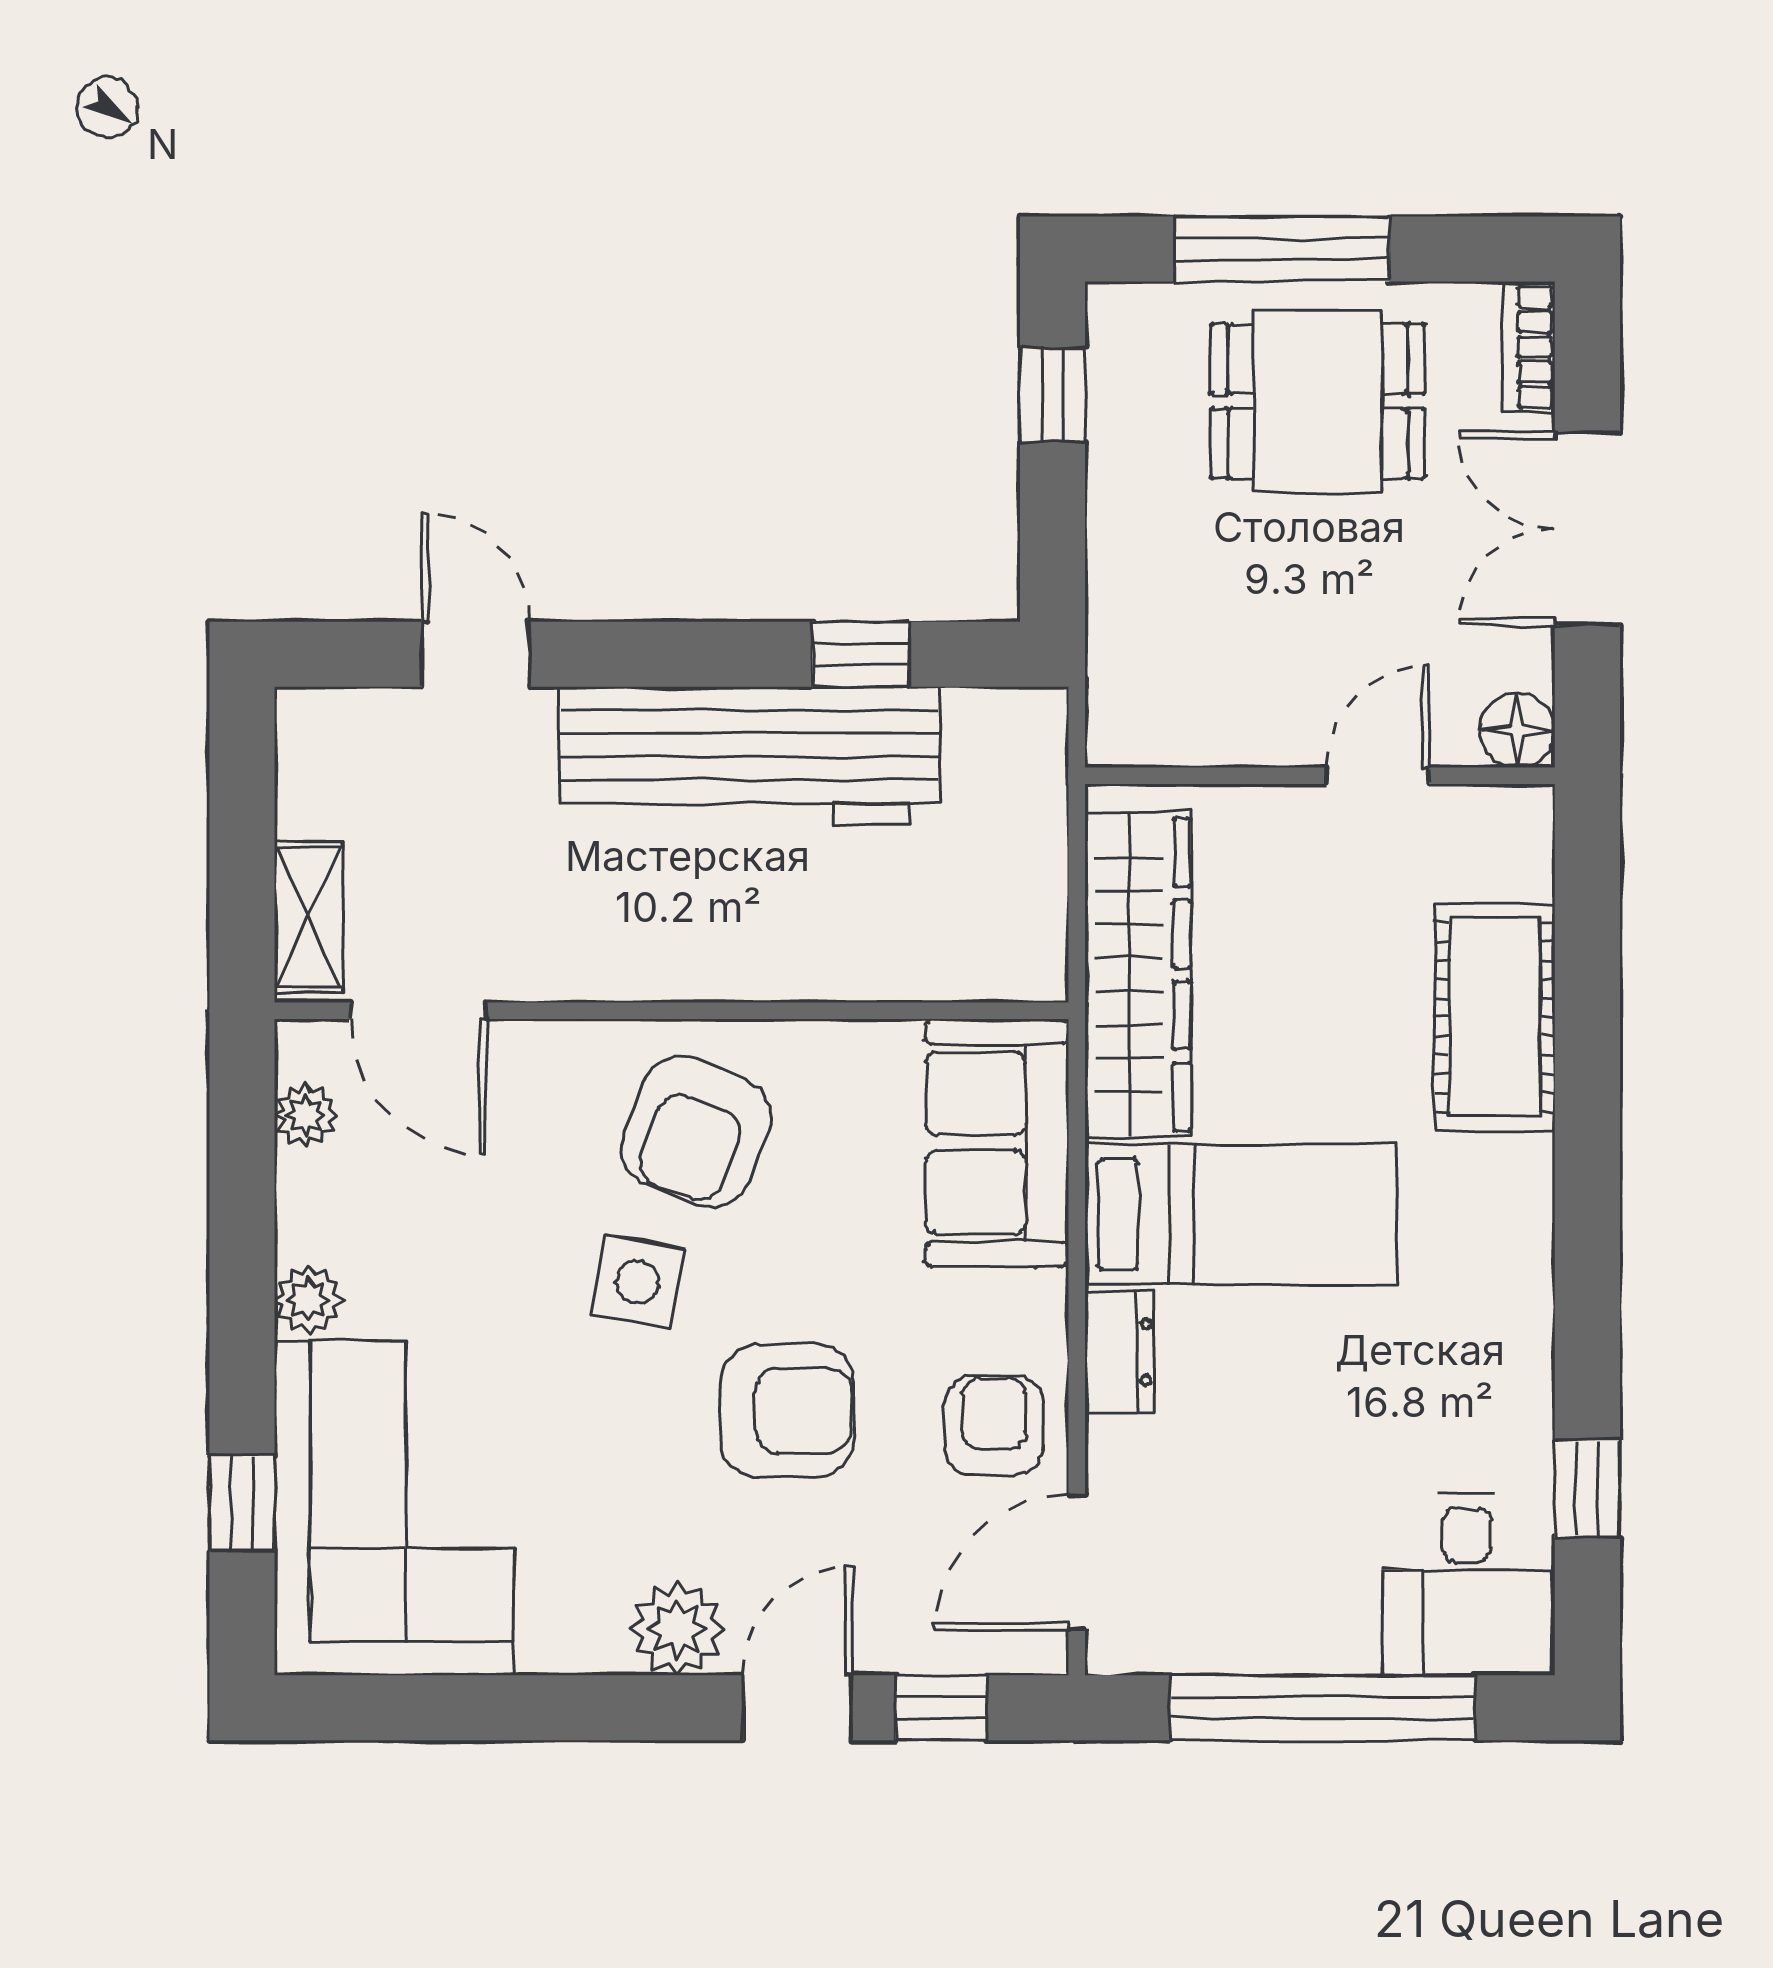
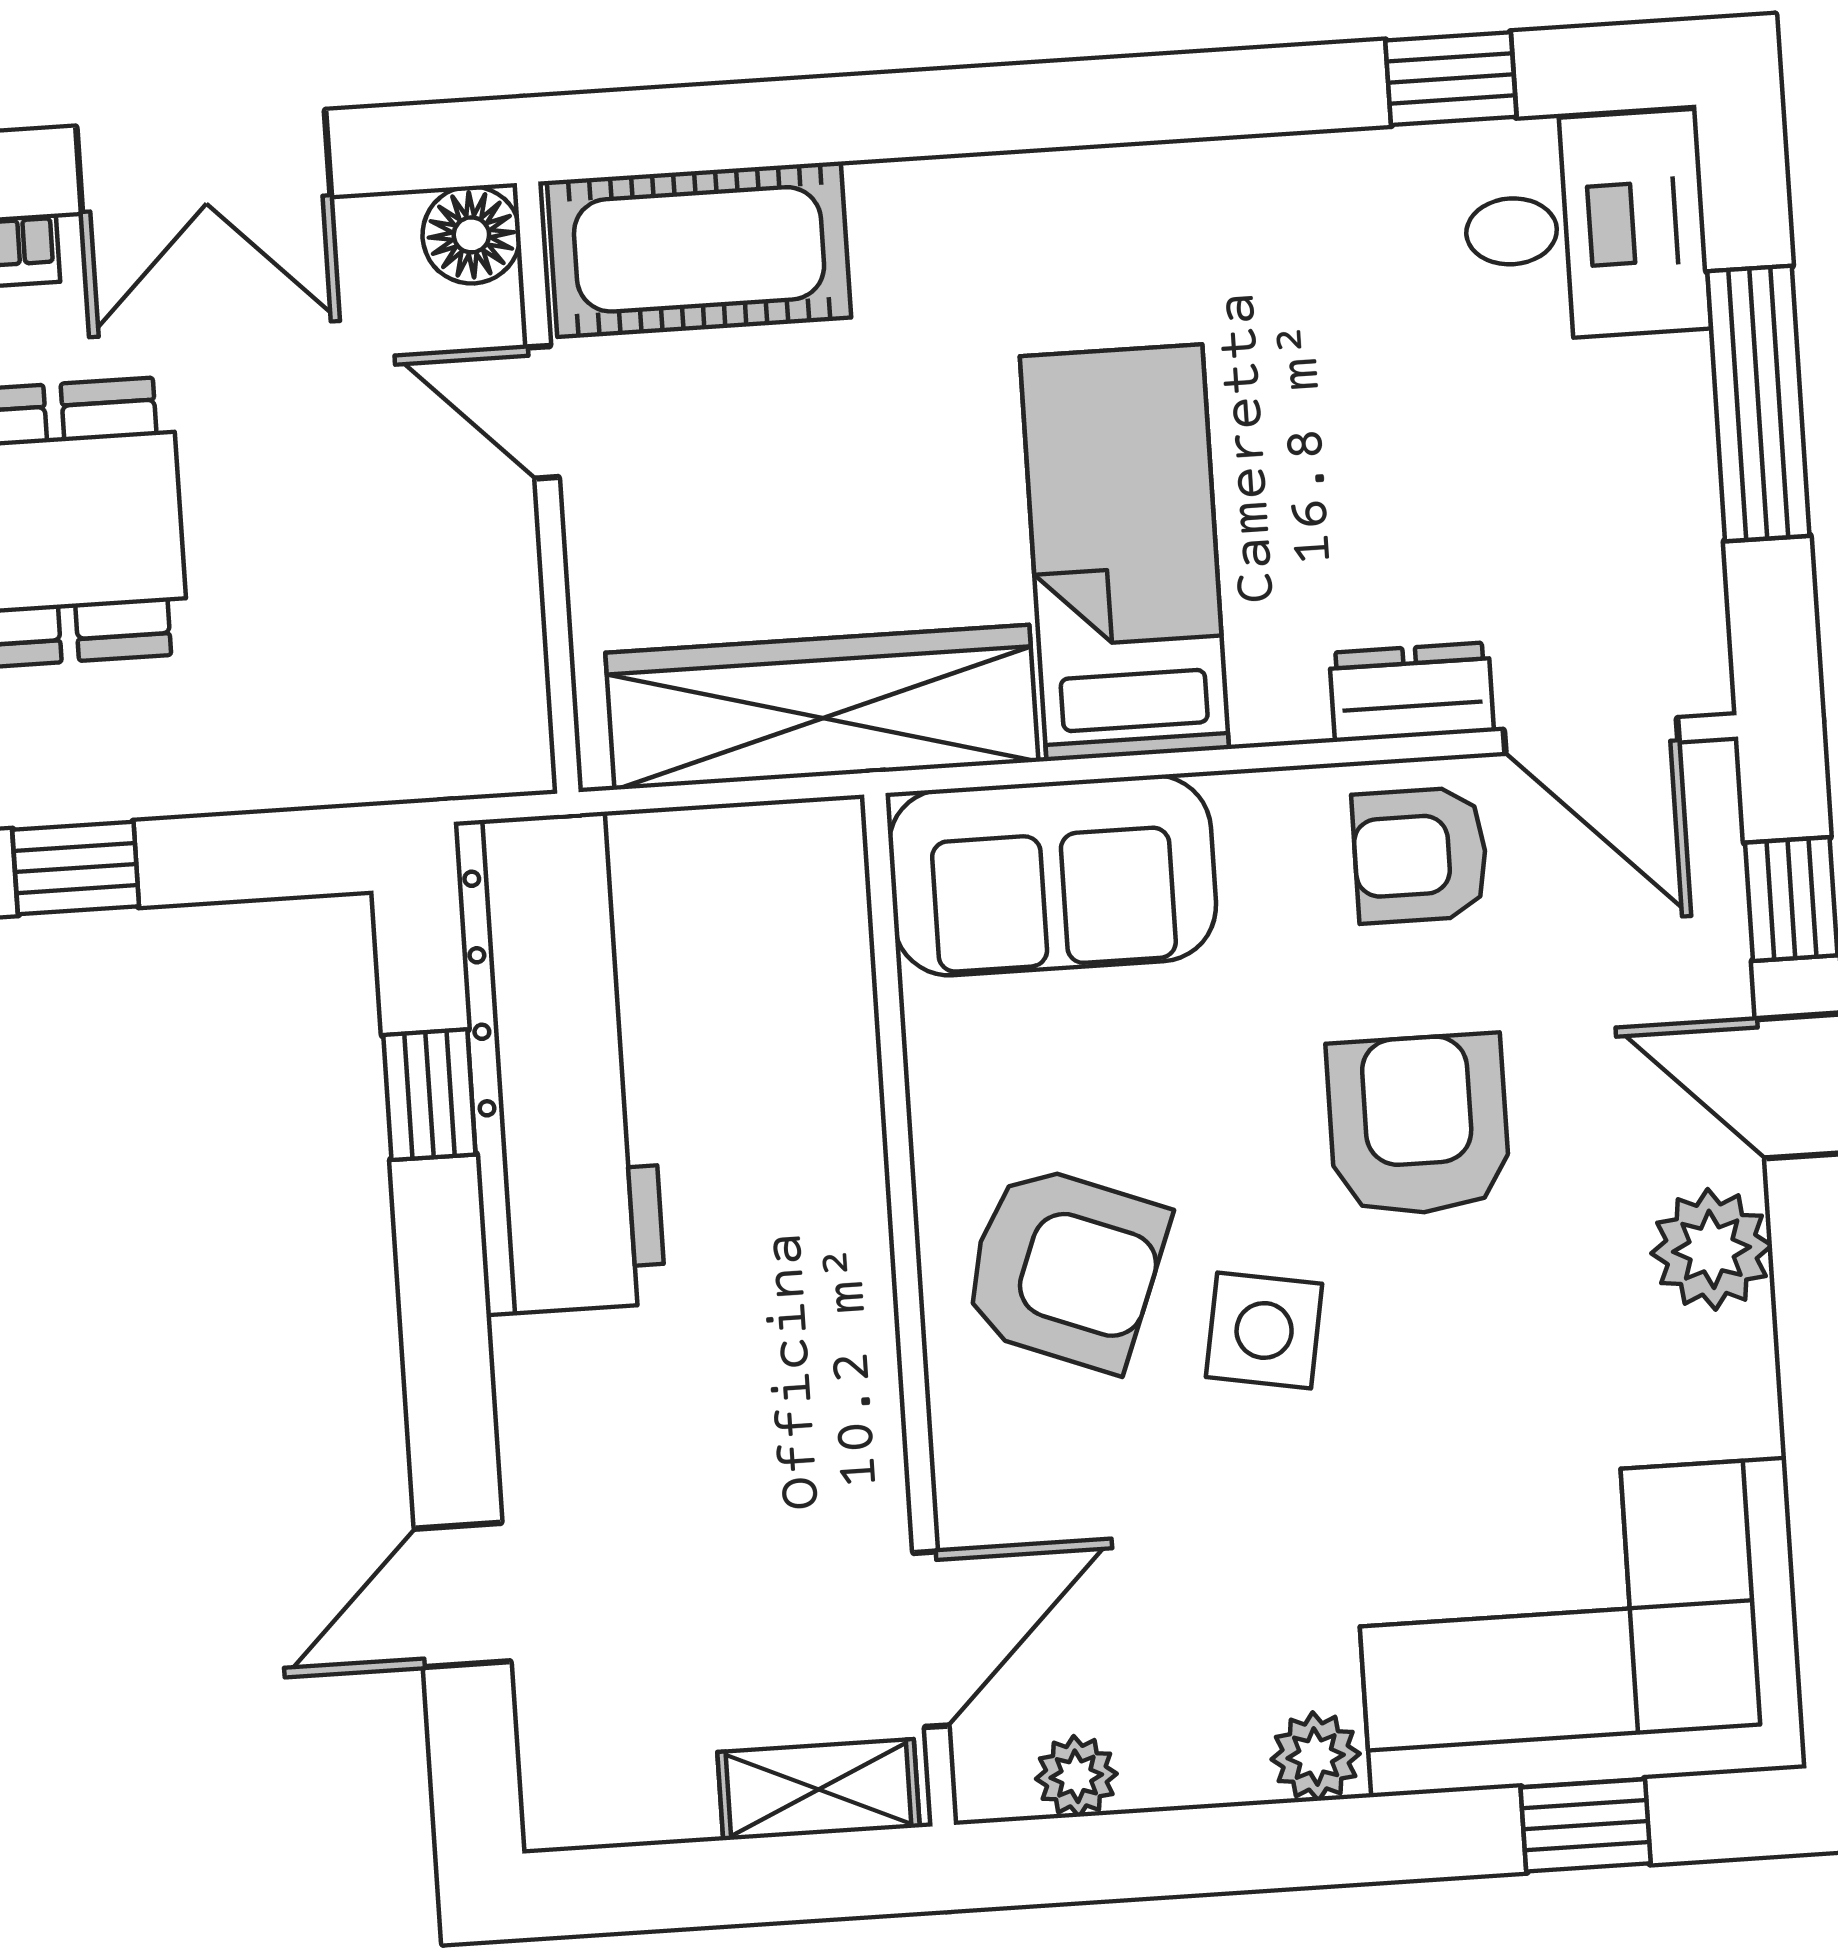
workbench: (750, 756) -> (560, 1063), moved
cot: (1495, 1017) -> (699, 249), moved
dresser: (1119, 1352) -> (1412, 692), moved
window: (1323, 1708) -> (1758, 404), width x0.68

